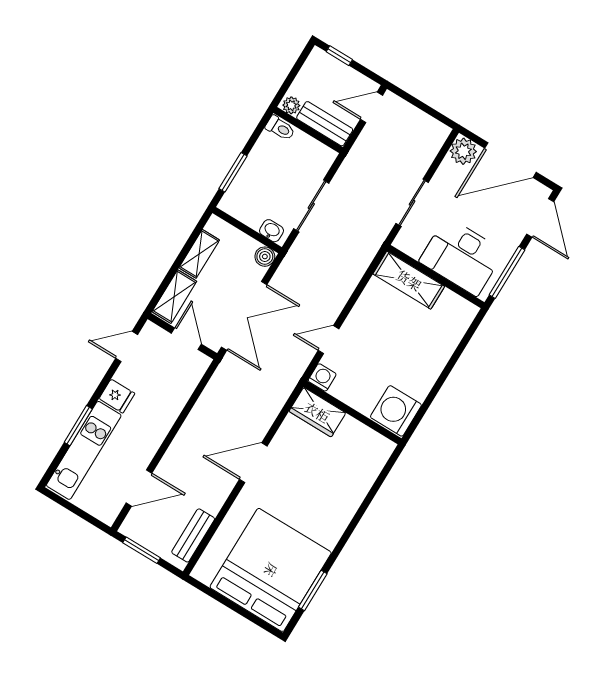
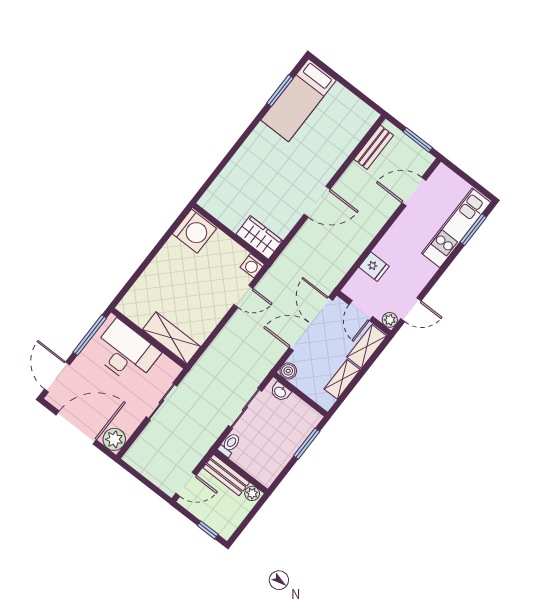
toilet: (280, 128) -> (230, 445), moved, turned 90
plant: (150, 331) -> (390, 320), added
fridge: (117, 396) -> (374, 267), moved, turned 180
window: (78, 426) -> (473, 230), moved
bed: (271, 570) -> (298, 100), width x0.49

